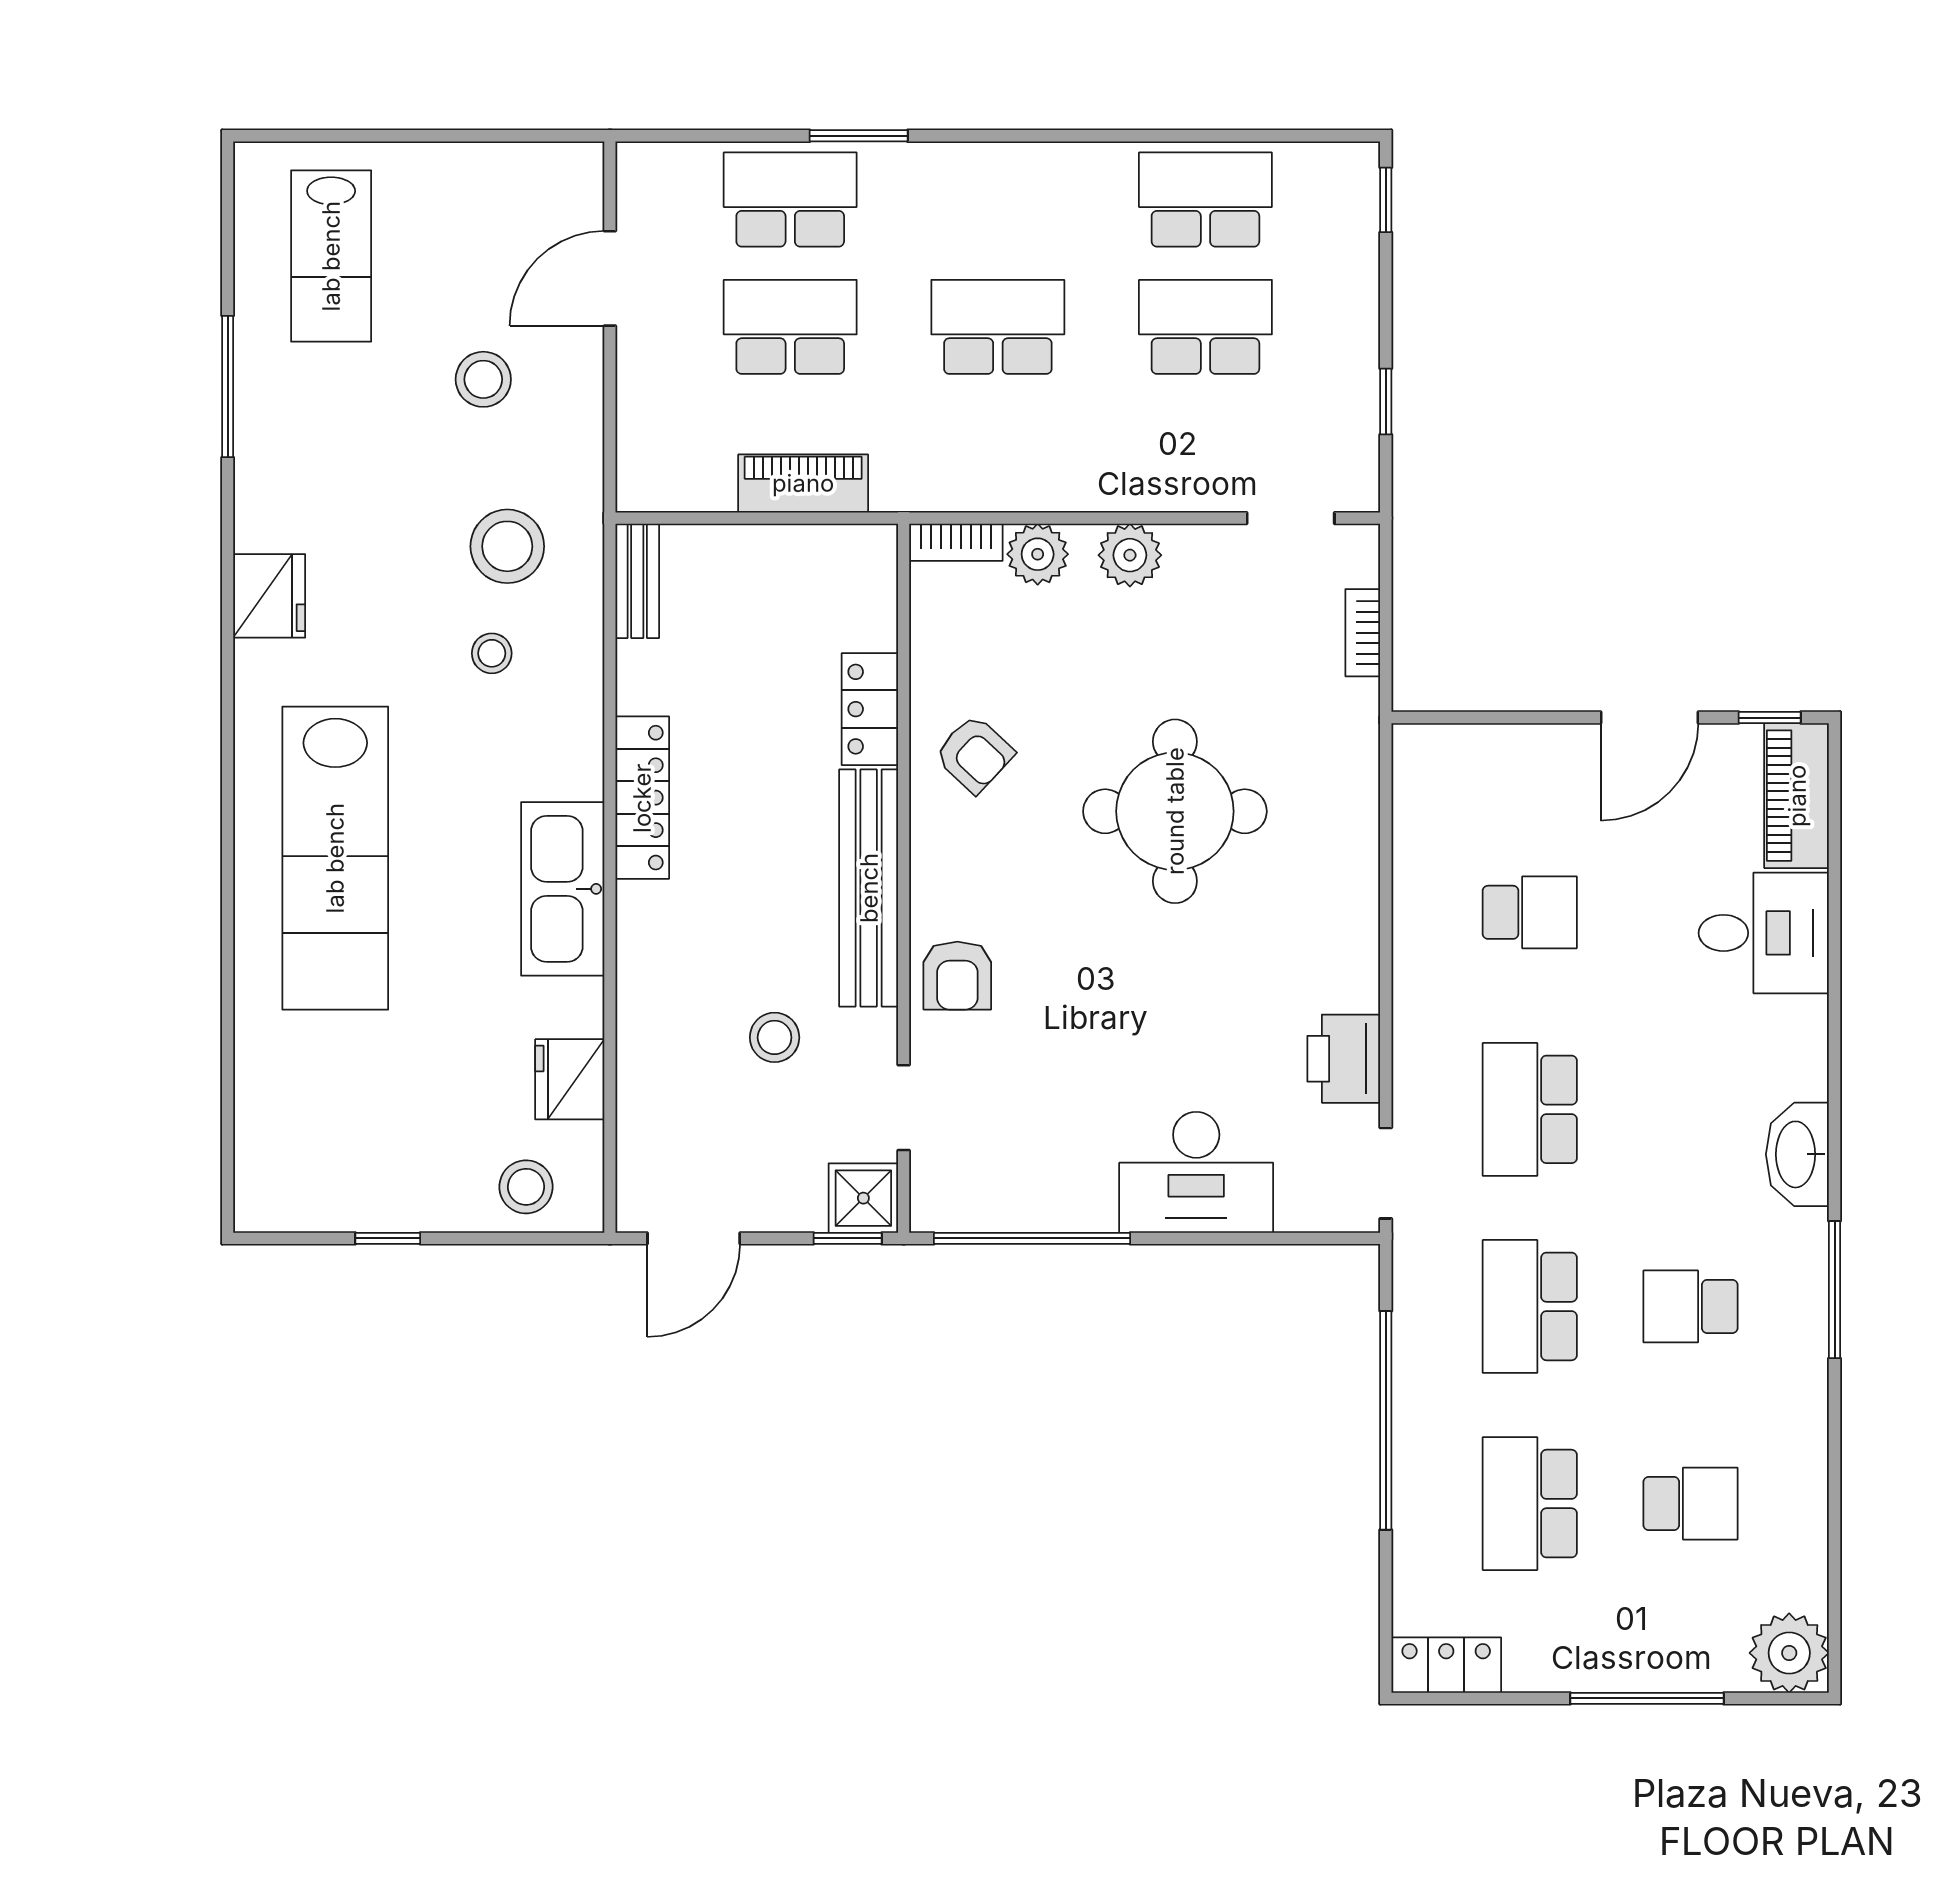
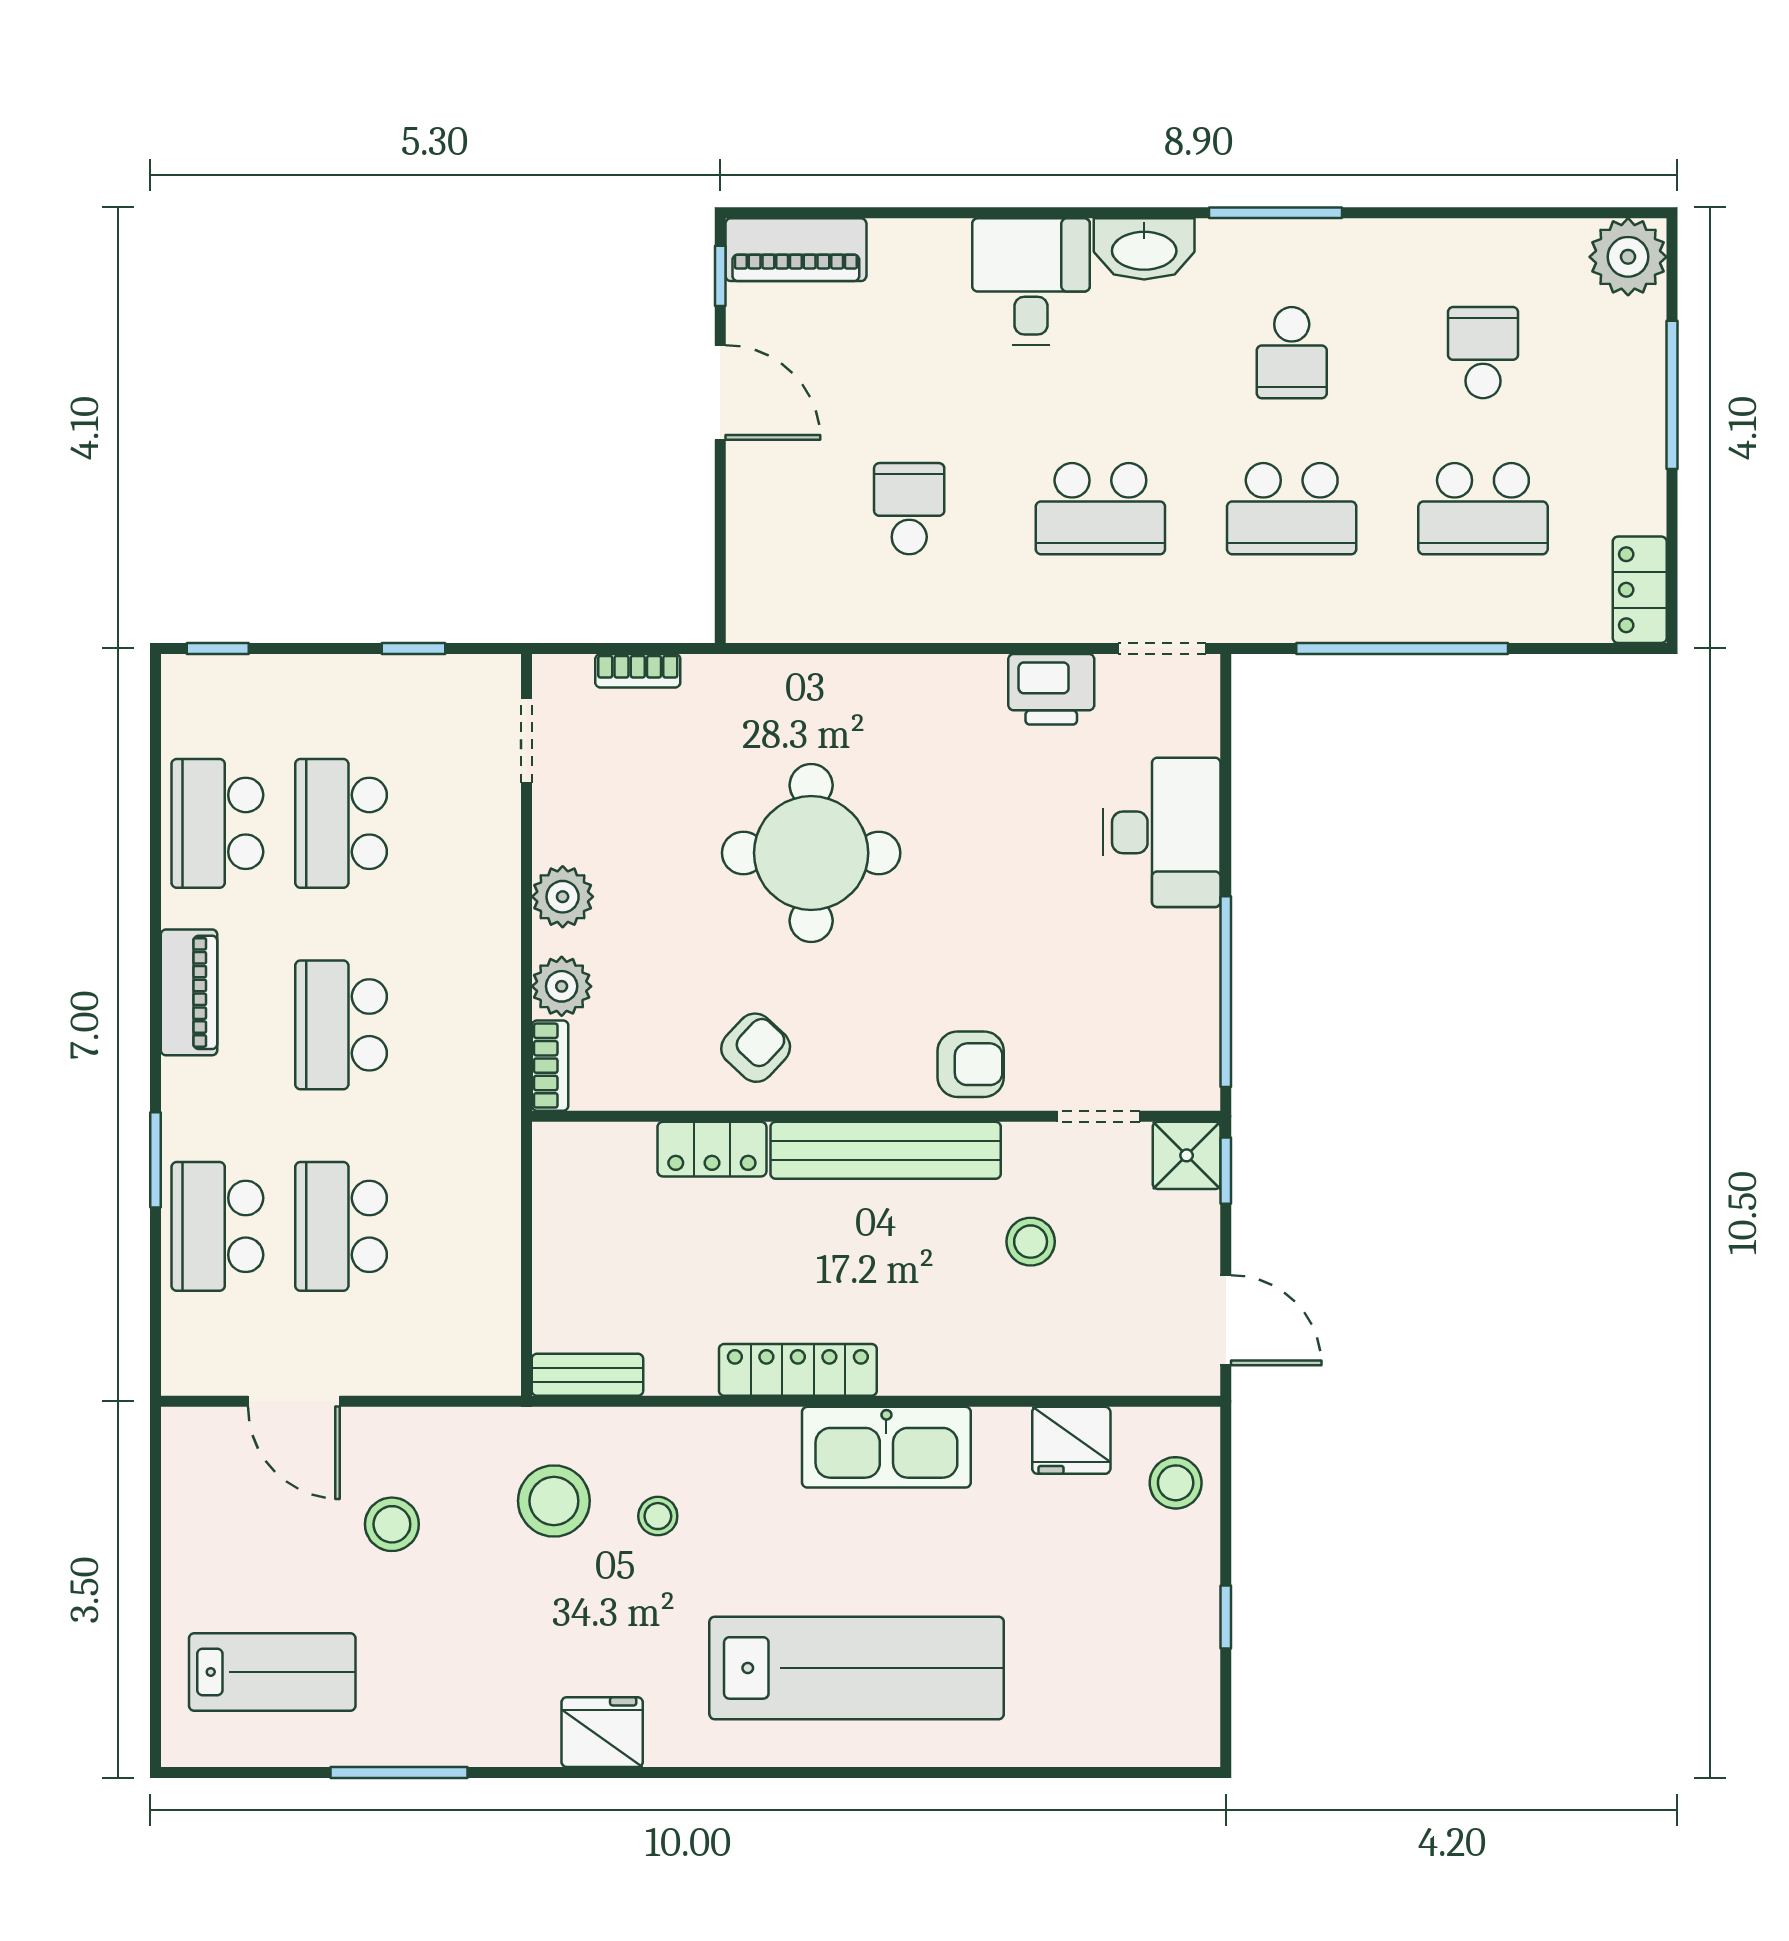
piano: (803, 483) -> (189, 992), moved, turned 180
desk: (1764, 933) -> (1031, 281), moved

